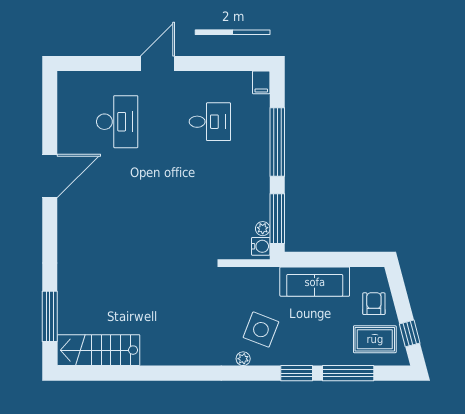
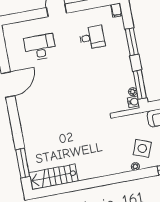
desk: (117, 122) -> (40, 47), turned -90
window: (277, 142) -> (132, 42), width x0.68

